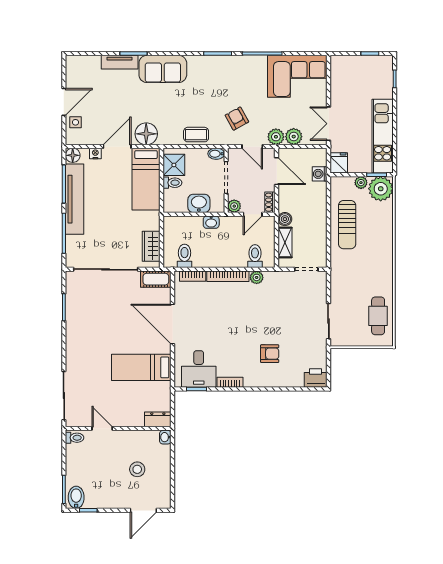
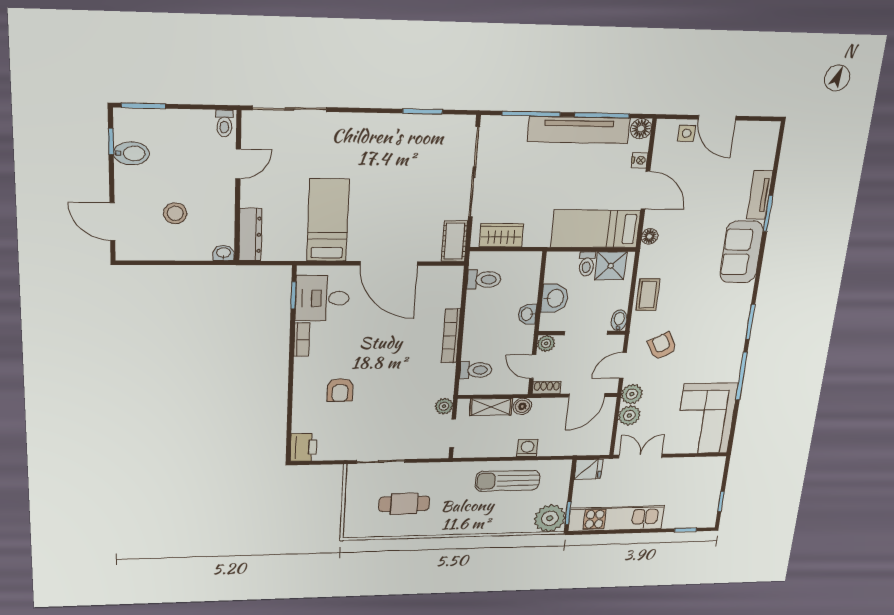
armchair: (237, 119) -> (662, 346), turned -88
floor lamp: (146, 134) -> (650, 236), width x0.53, depth x0.53
washing machine: (320, 174) -> (527, 448), moved
plant: (361, 183) -> (560, 495), removed
bookcase: (193, 276) -> (455, 290), removed
plant: (257, 277) -> (444, 406), moved
cafe table: (378, 316) -> (404, 504), moved
door: (173, 324) -> (389, 263), swing flipped
dresser: (158, 419) -> (250, 235), width x1.44
bidet: (76, 497) -> (131, 153), moved

